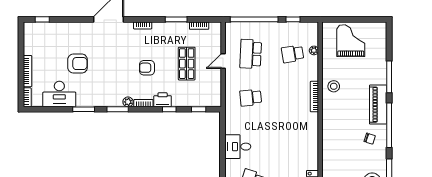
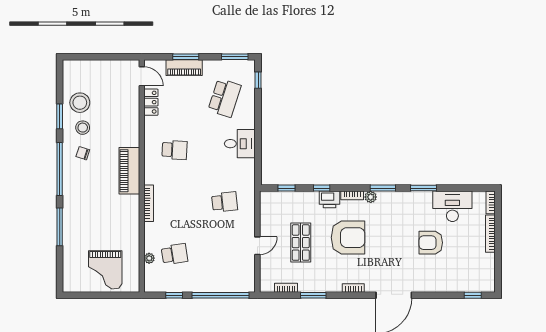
school desk: (251, 54) -> (175, 150), moved, width x0.54
armchair: (147, 68) -> (348, 238), width x1.88, depth x1.88
stool: (334, 86) -> (83, 128), moved
piano: (378, 105) -> (129, 171), moved, turned 180

